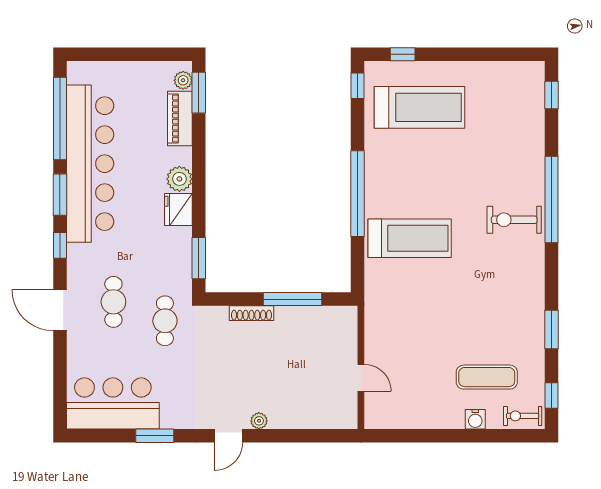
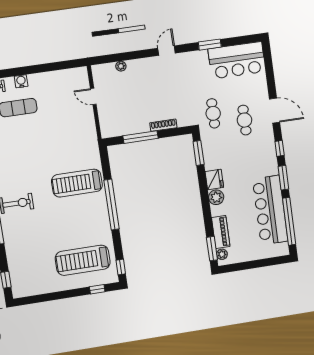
bar counter: (90, 164) -> (270, 210), width x0.73
plant: (259, 421) -> (121, 66), moved

